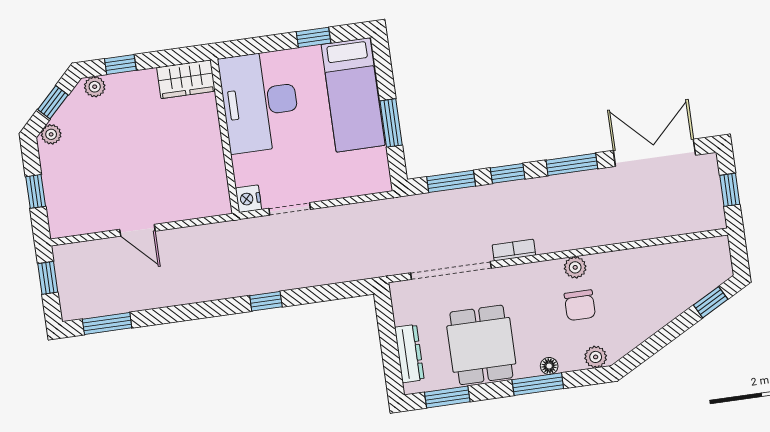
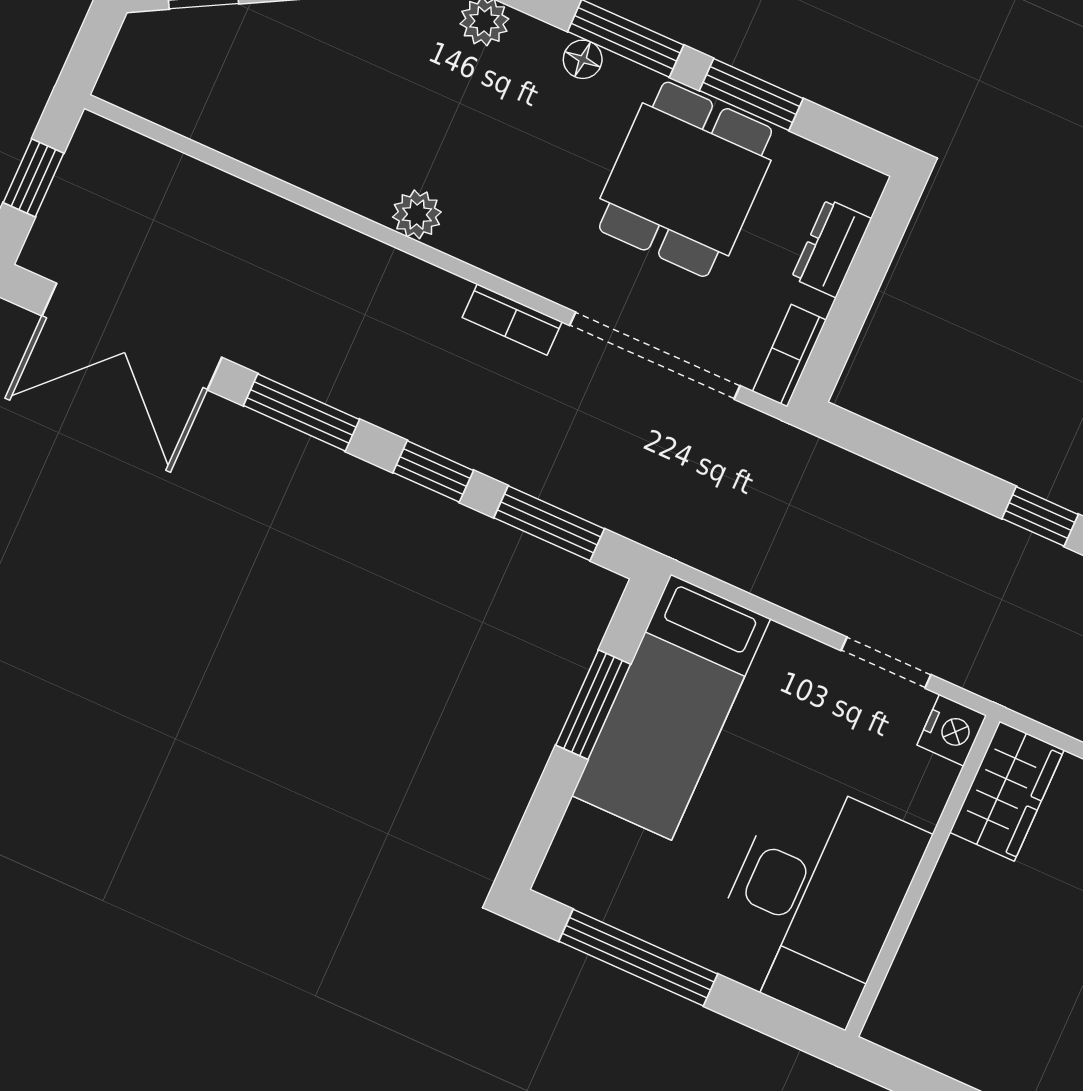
window: (313, 37) -> (638, 958), width x2.17
wardrobe: (186, 79) -> (1007, 791), moved, turned 90
bed: (353, 95) -> (671, 707), moved, turned 180
bookcase: (400, 303) -> (789, 356), added
chair: (580, 305) -> (453, 138), removed
dresser: (409, 354) -> (831, 248), width x0.70
window: (447, 397) -> (751, 95), moved

